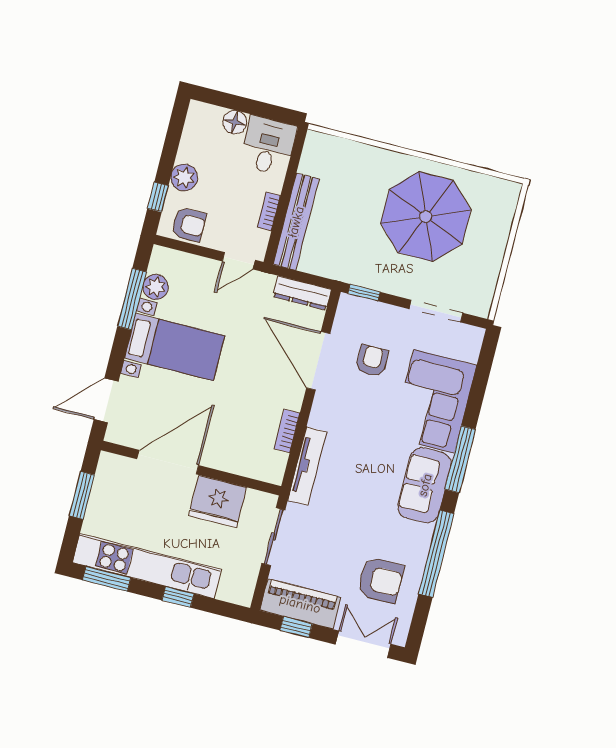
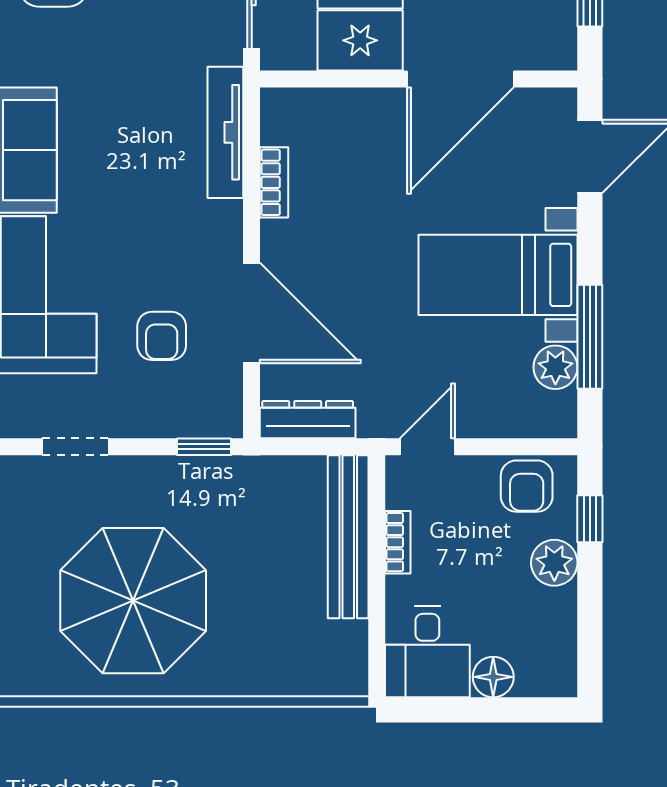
armchair: (189, 224) -> (527, 486), turned -90
doorway: (436, 311) -> (76, 447), width x0.73

